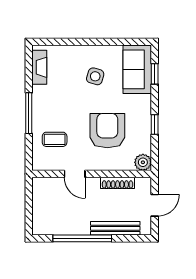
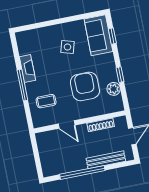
fireplace: (39, 67) -> (27, 68), moved
plant: (143, 162) -> (114, 89), moved

